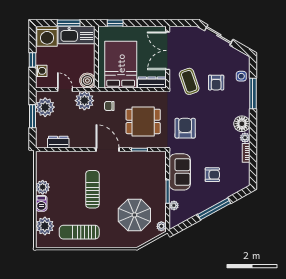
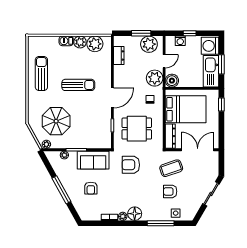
dining table: (143, 121) -> (137, 129), turned 90
armchair: (185, 128) -> (131, 165), turned 180
plant: (45, 226) -> (95, 44), moved

